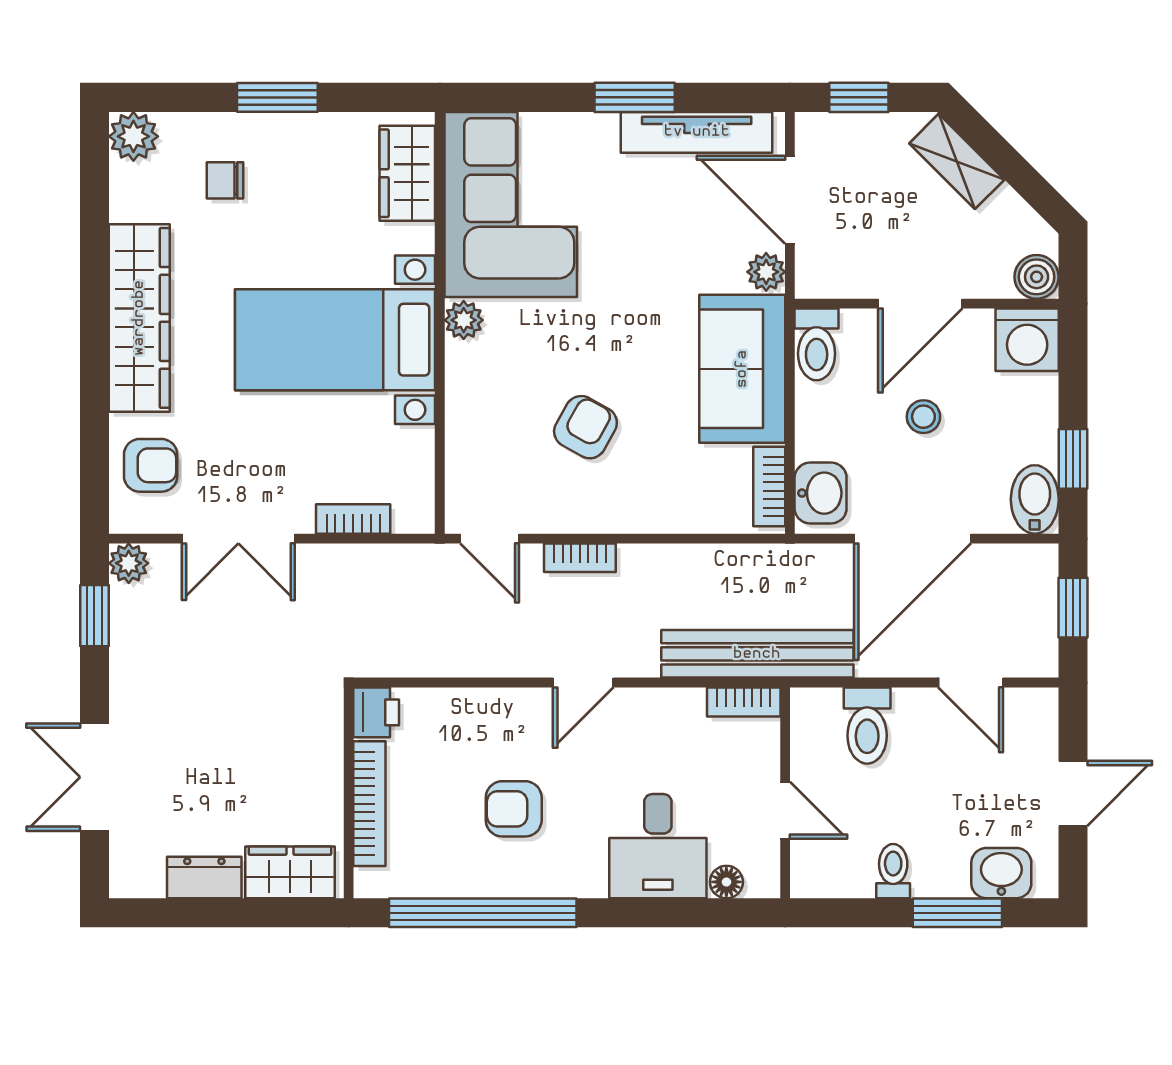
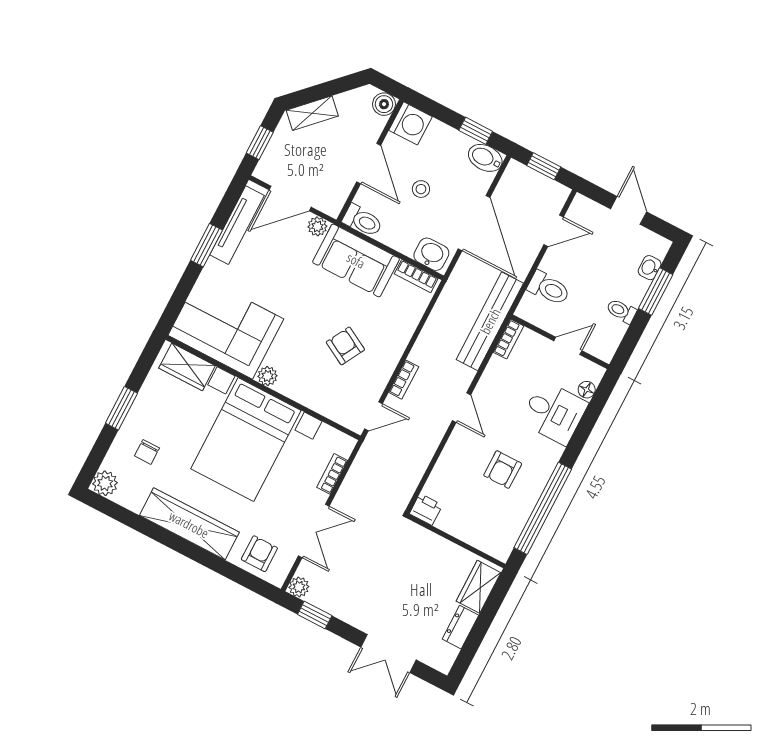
bed with nightstands: (335, 340) -> (246, 440), width x1.36
bookcase: (369, 804) -> (466, 534), removed
washbasin: (1001, 873) -> (650, 268), width x0.72, depth x0.69

